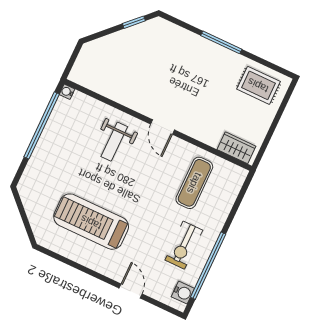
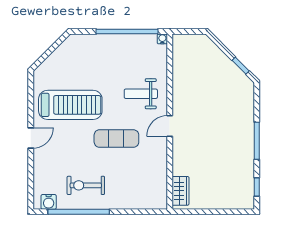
window: (270, 65) -> (257, 187), added
rug: (258, 85) -> (237, 185), removed
exercise mat: (194, 183) -> (116, 139), moved
treadmill: (91, 222) -> (70, 105), turned 90
door: (131, 291) -> (31, 138), moved

